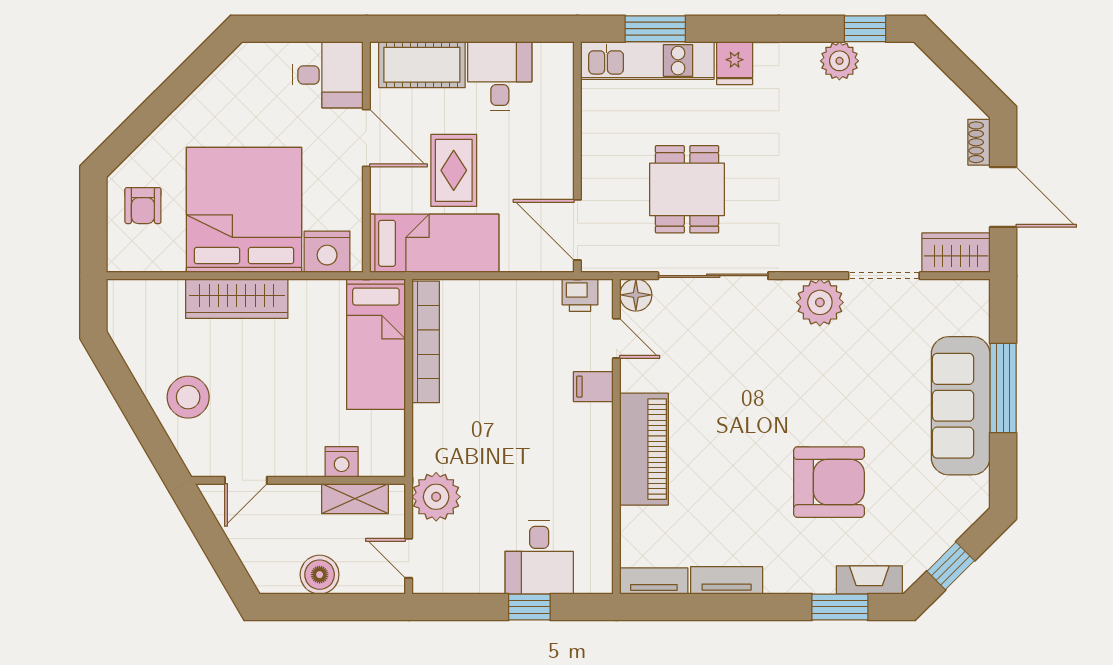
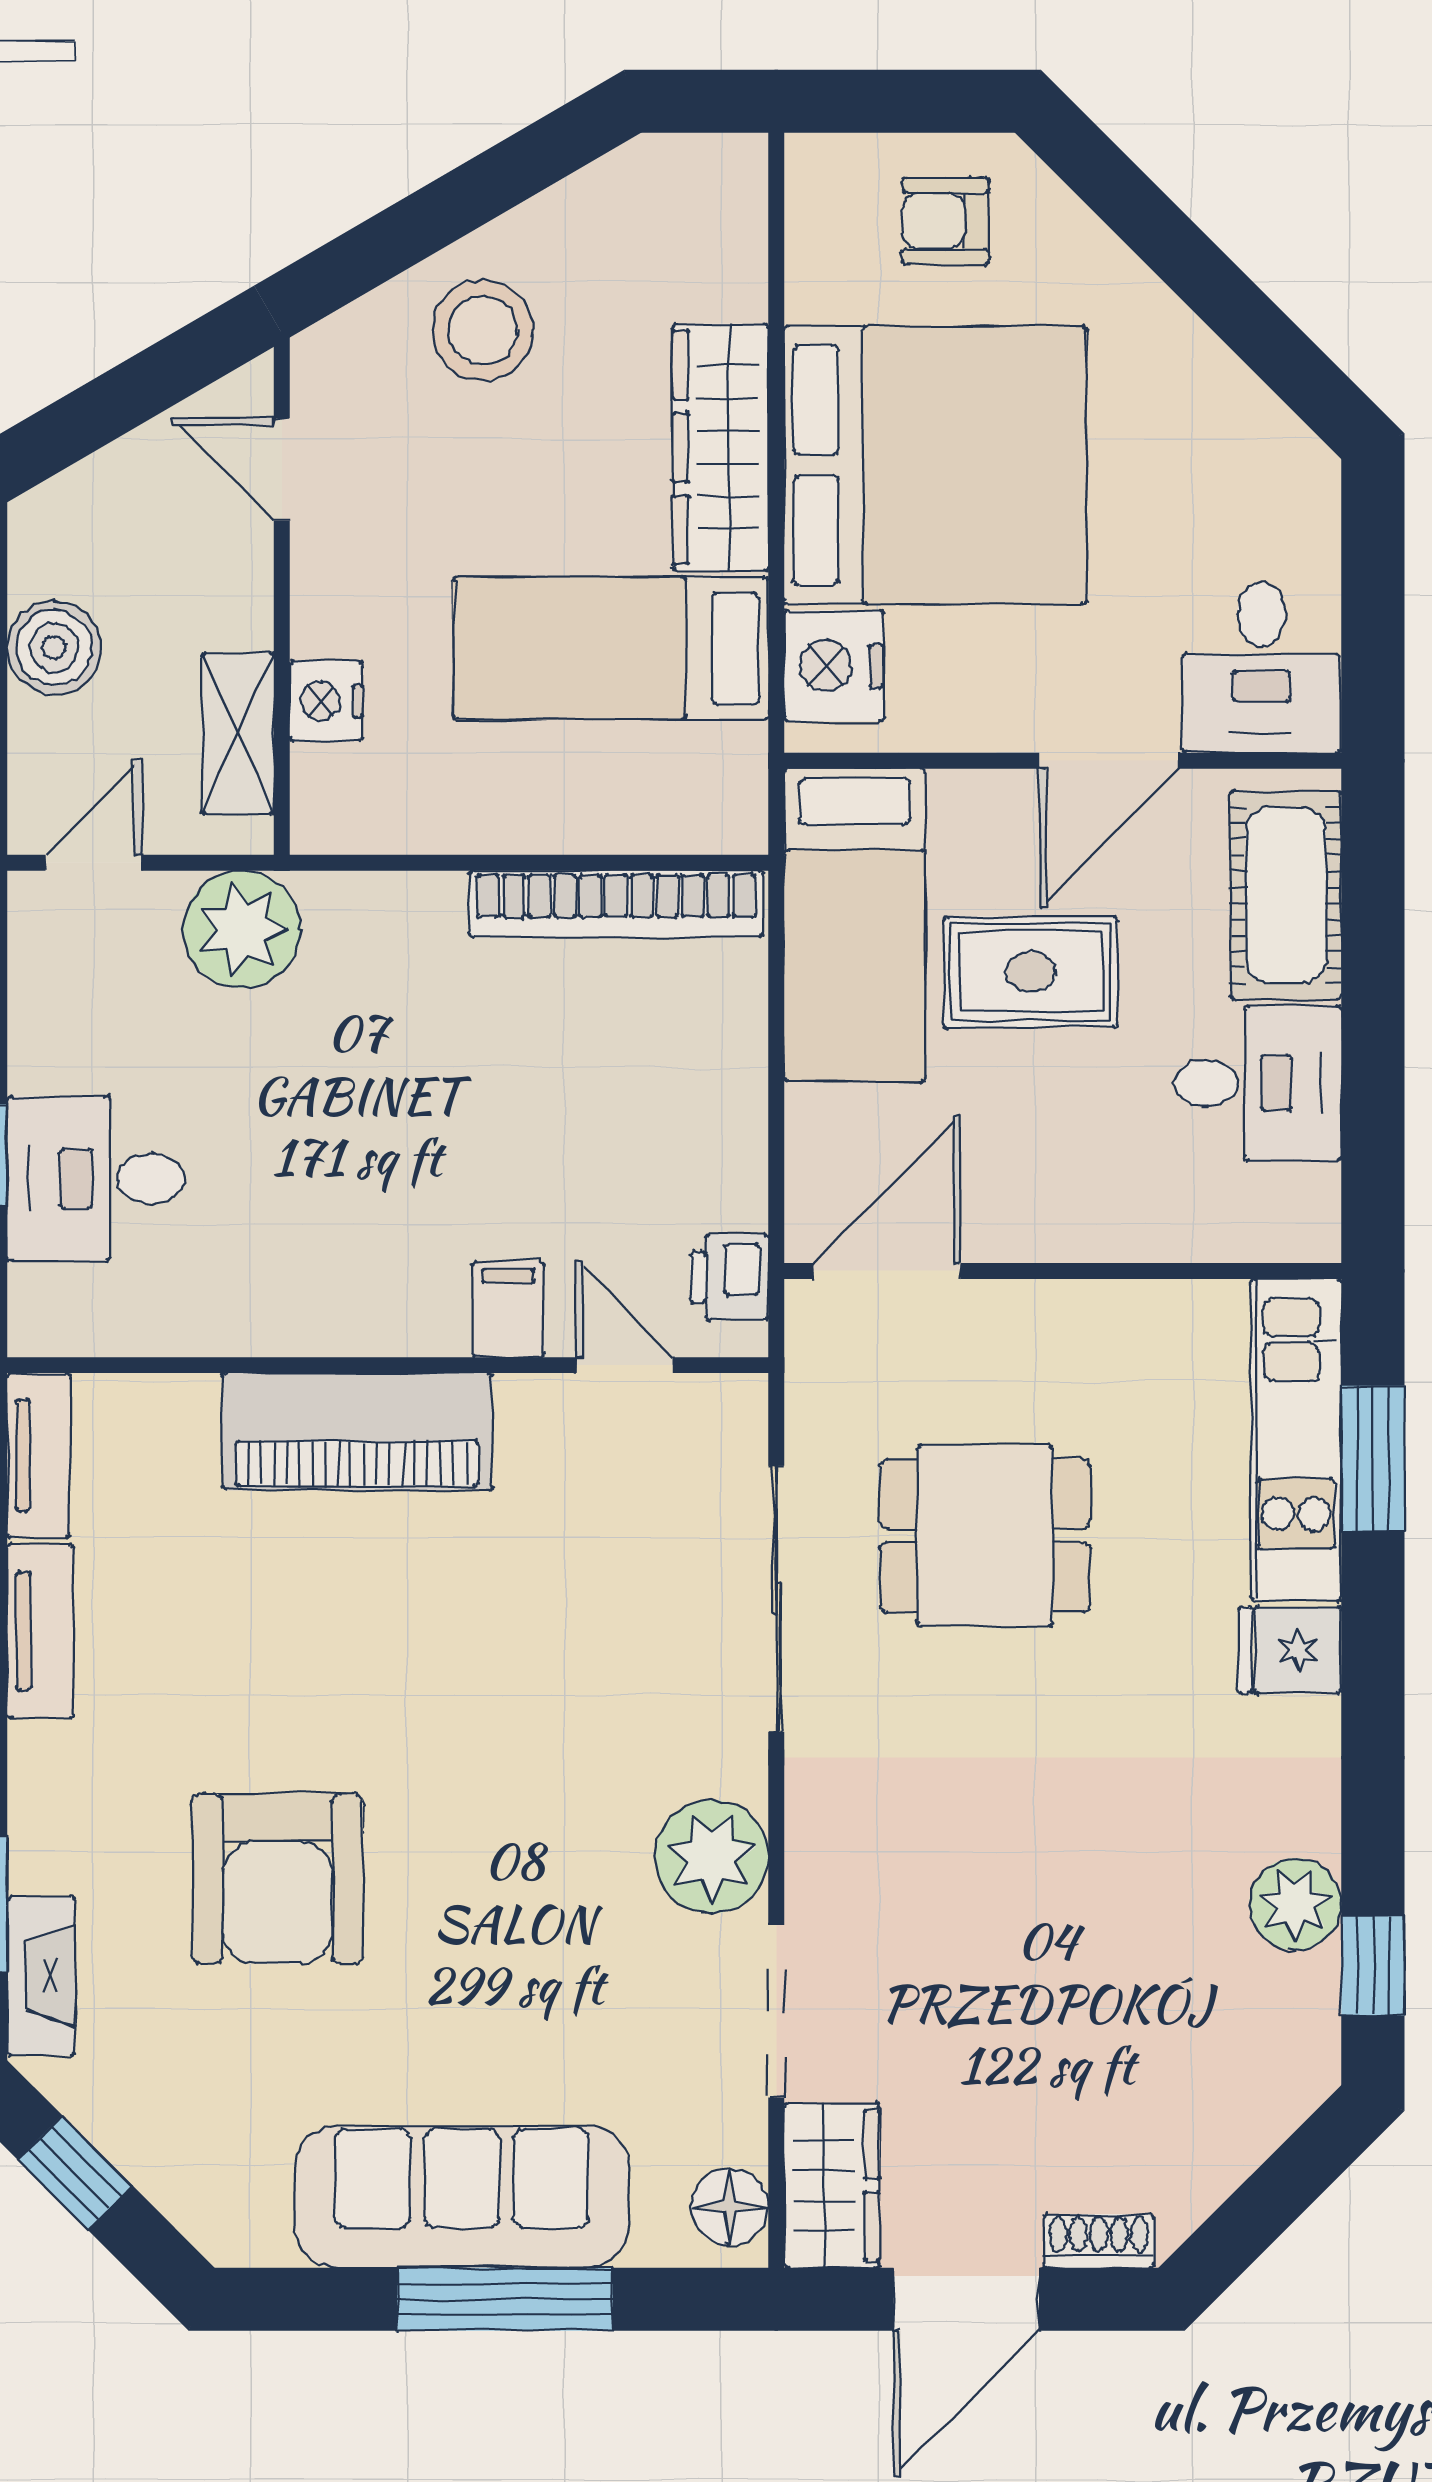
floor lamp: (636, 295) -> (730, 2207), moved
door: (616, 338) -> (625, 1365), swing flipped
bed: (376, 344) -> (611, 648), moved

